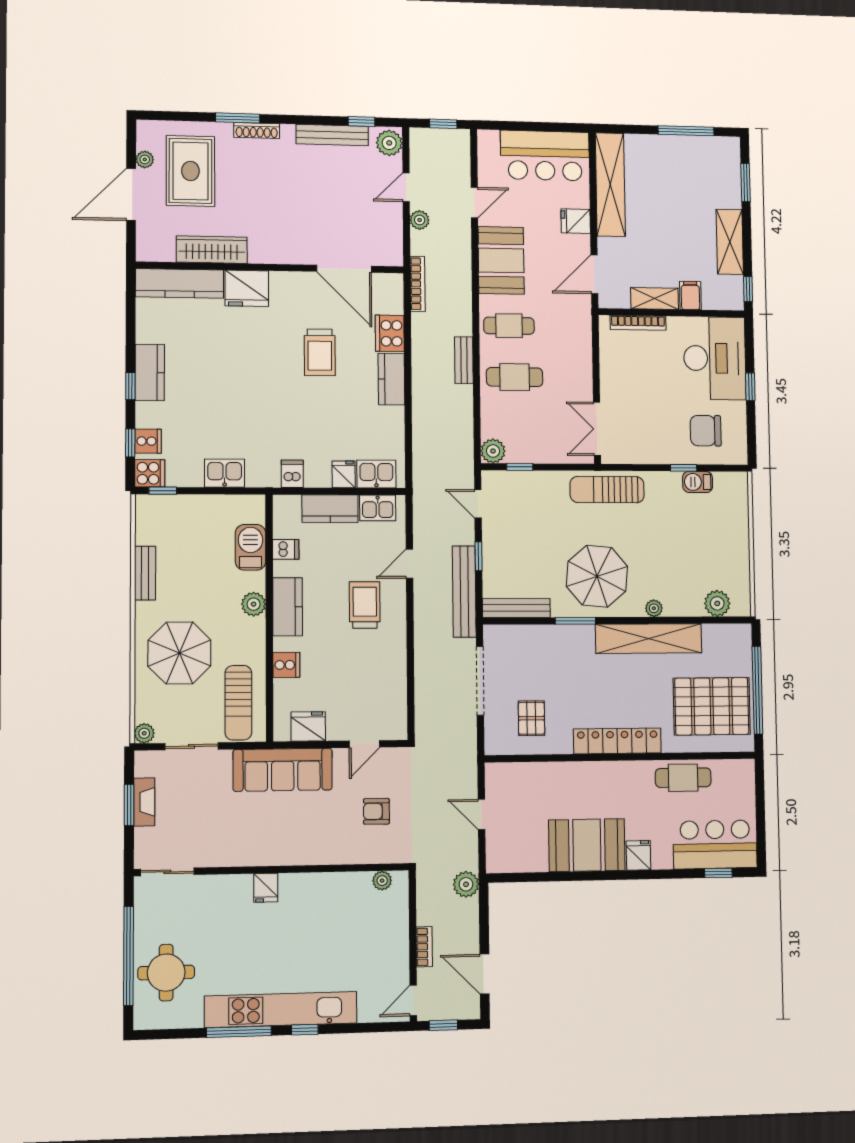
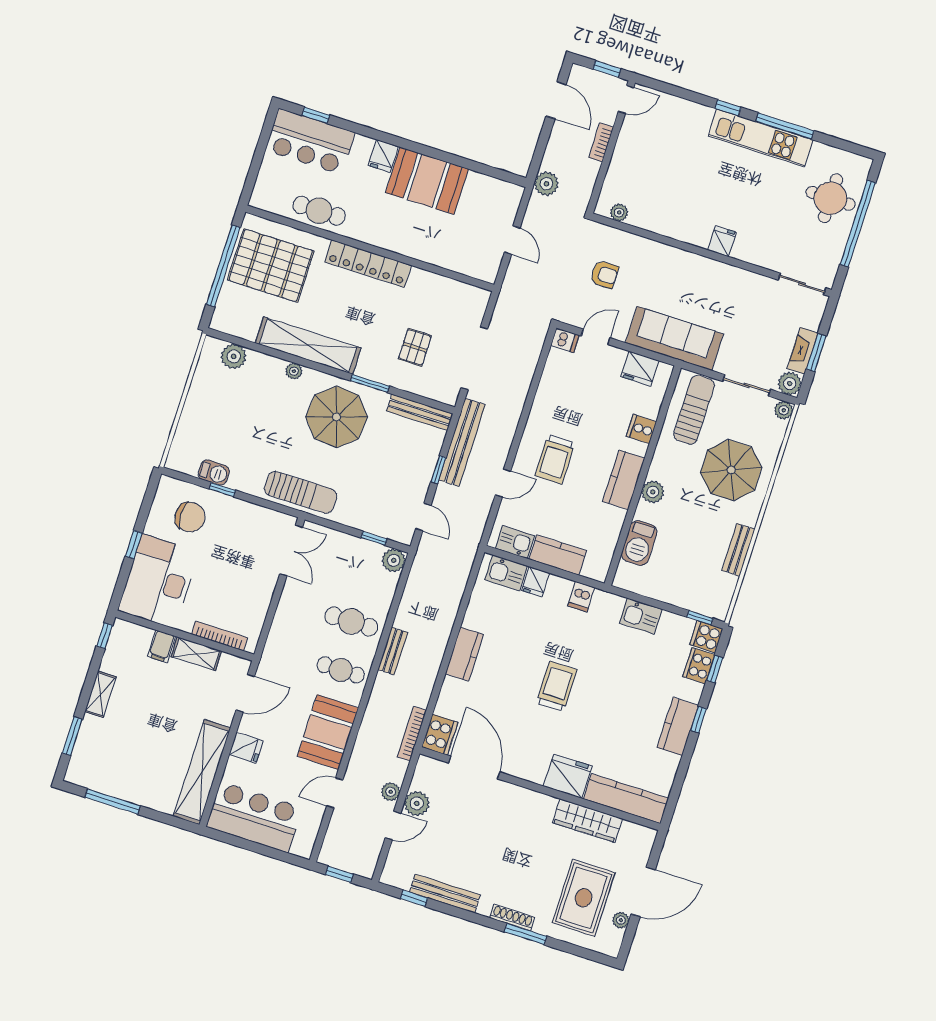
plant: (389, 143) -> (417, 803), moved
shelving: (730, 242) -> (100, 694), width x0.67, depth x0.75
cooker: (390, 333) -> (440, 735), moved
trolley: (320, 352) -> (557, 686), moved
cooker: (148, 441) -> (699, 666), width x1.36
dishwasher: (286, 549) -> (565, 340), moved, turned 180
pallet: (531, 718) -> (415, 347), moved
plant: (147, 763) -> (790, 384), added
kitchen unit: (281, 1010) -> (761, 138), width x0.73

